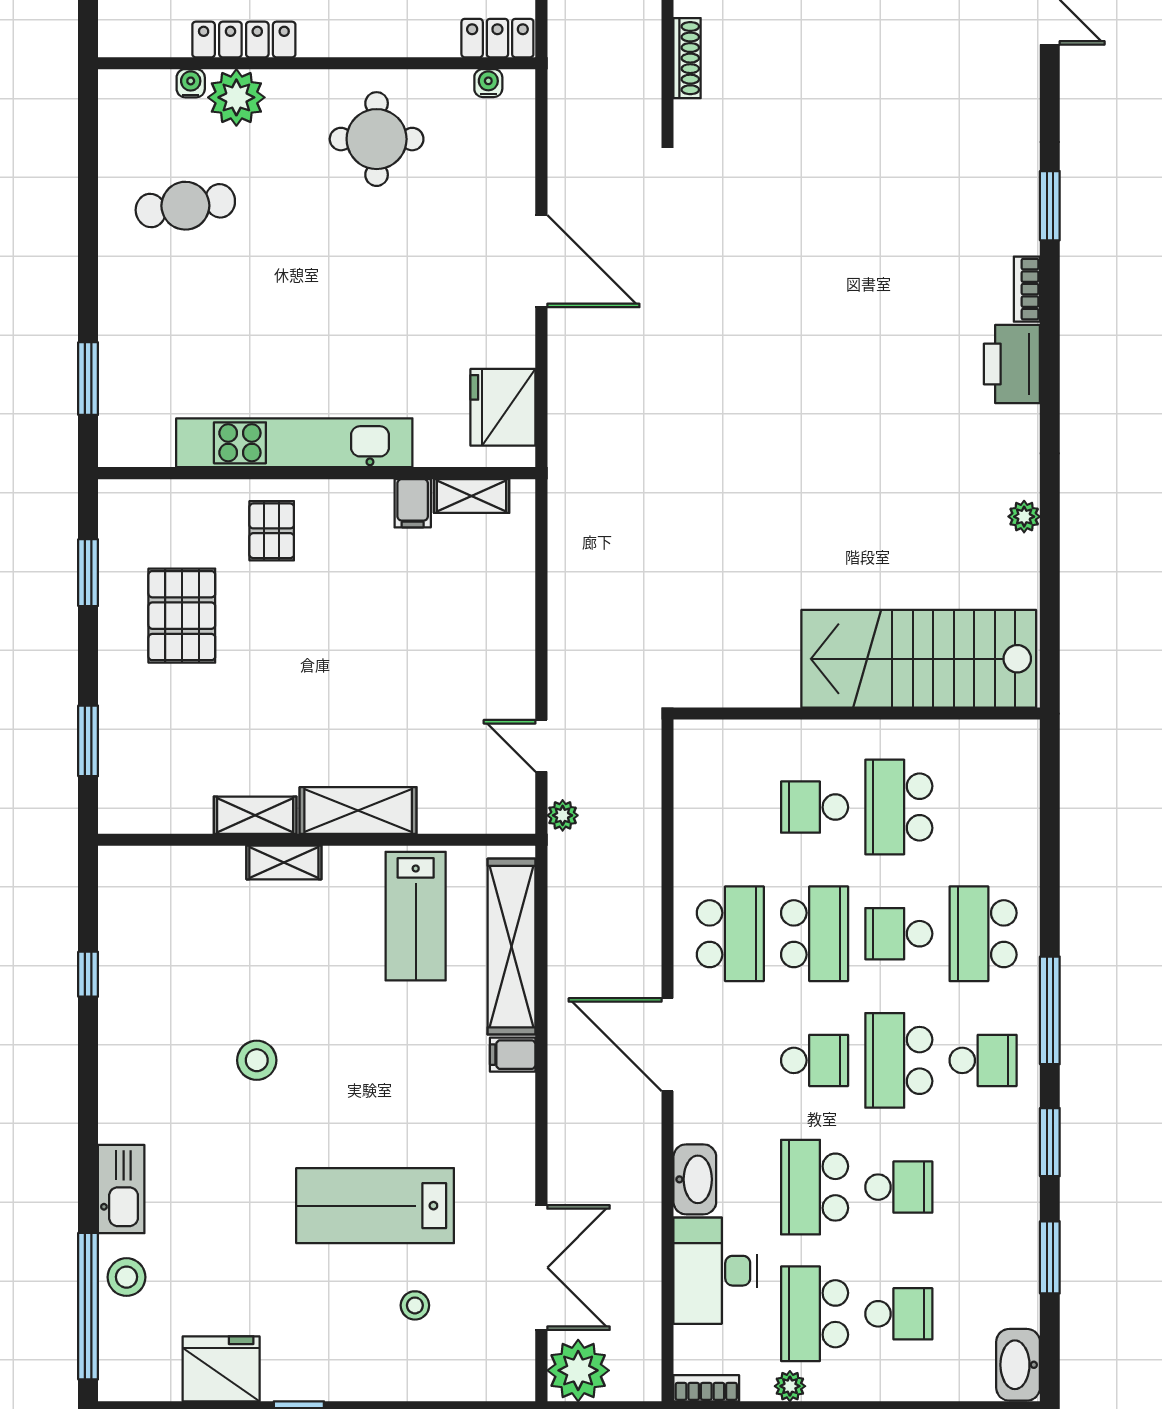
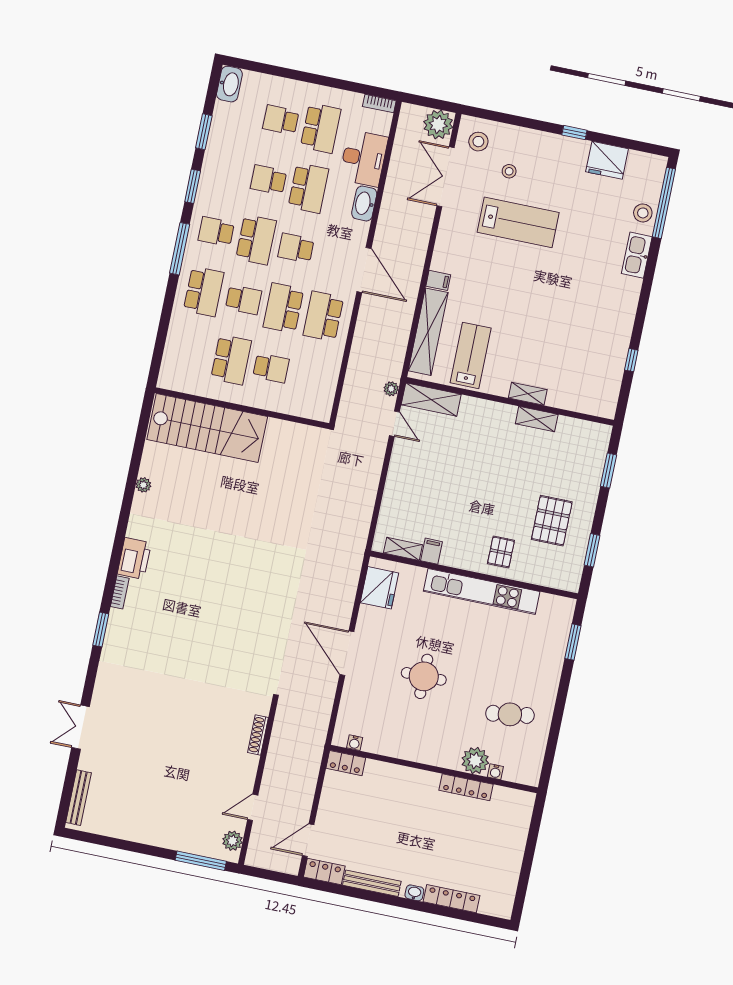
round table: (377, 139) -> (424, 676), moved
shelving: (358, 810) -> (431, 399), moved
stool: (257, 1060) -> (478, 142), moved
plant: (790, 1386) -> (339, 96), removed

